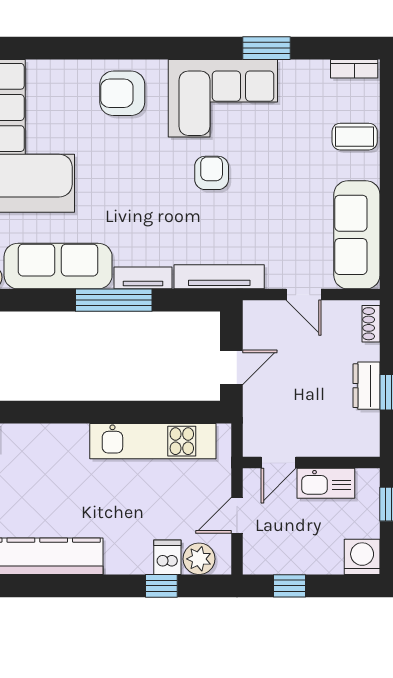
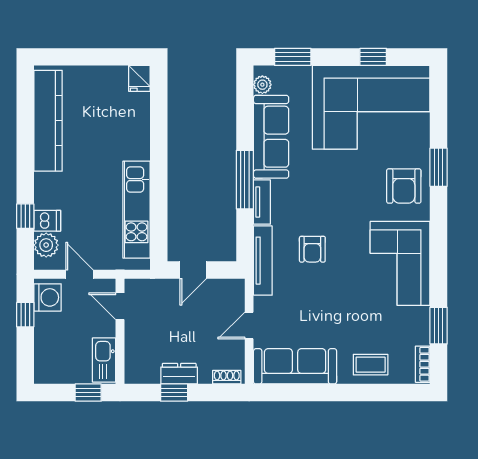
window: (98, 48) -> (439, 167), added
window: (267, 48) -> (439, 326), moved
armchair: (122, 93) -> (404, 186), turned 180
coffee table: (355, 137) -> (371, 365), turned 90
armchair: (212, 173) -> (312, 249), moved, turned 90
door: (231, 367) -> (193, 270), hinge flipped
kitchen sink: (326, 483) -> (104, 360), moved
washing machine: (362, 557) -> (48, 297), moved

